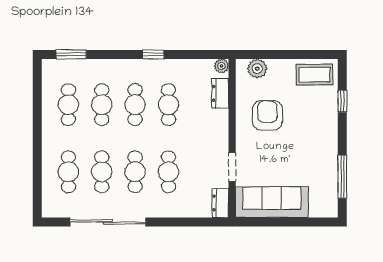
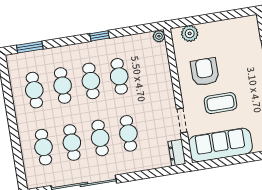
coffee table: (314, 75) -> (221, 103), moved
dresser: (220, 93) -> (162, 60), removed

